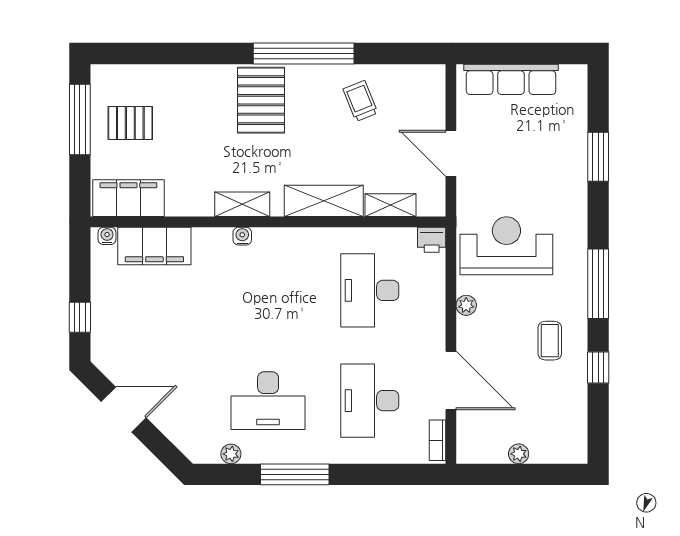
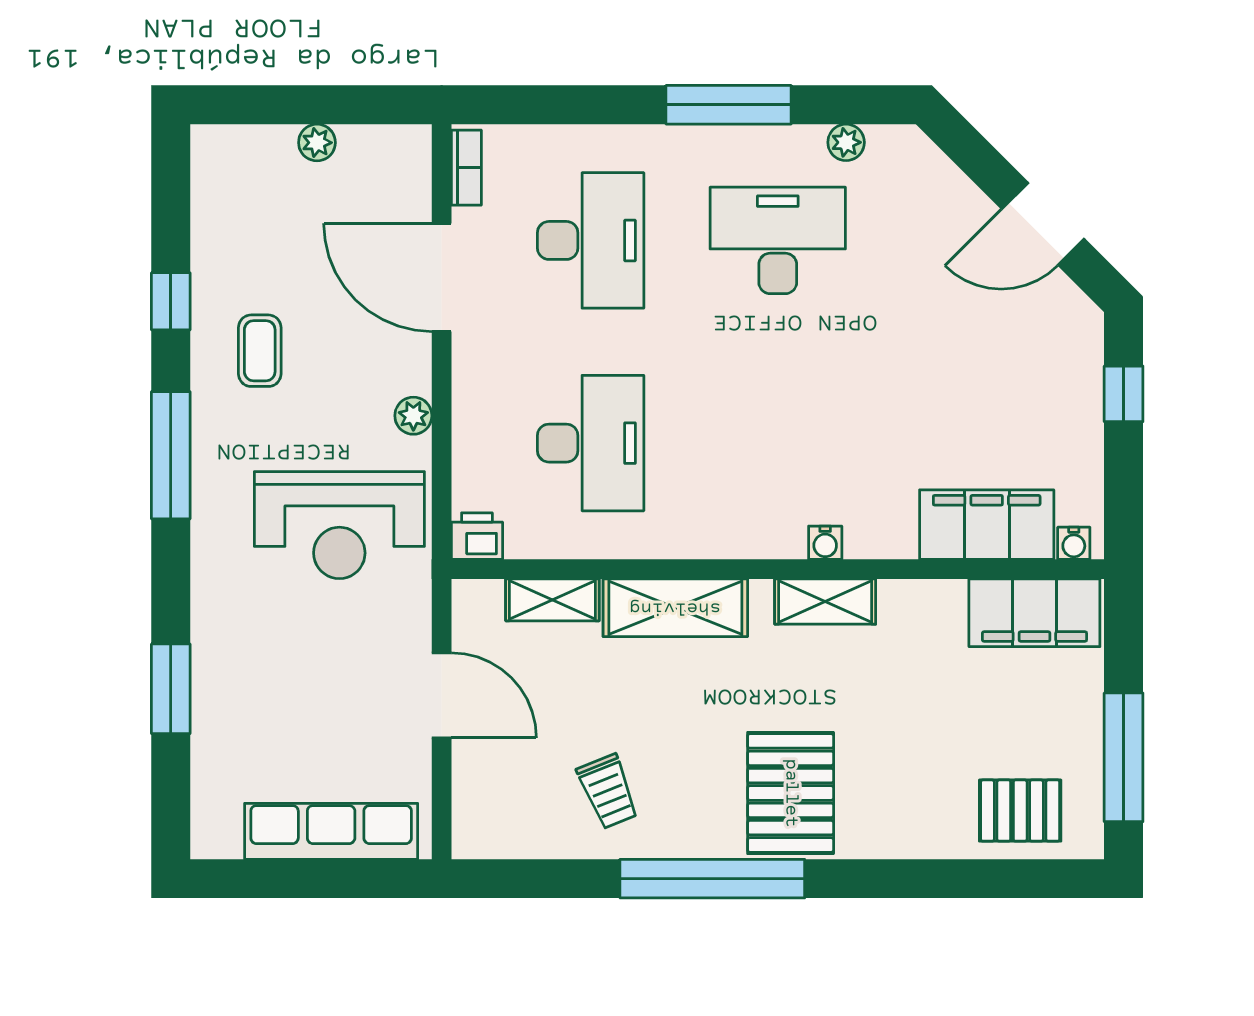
pallet: (130, 123) -> (1020, 811), moved

